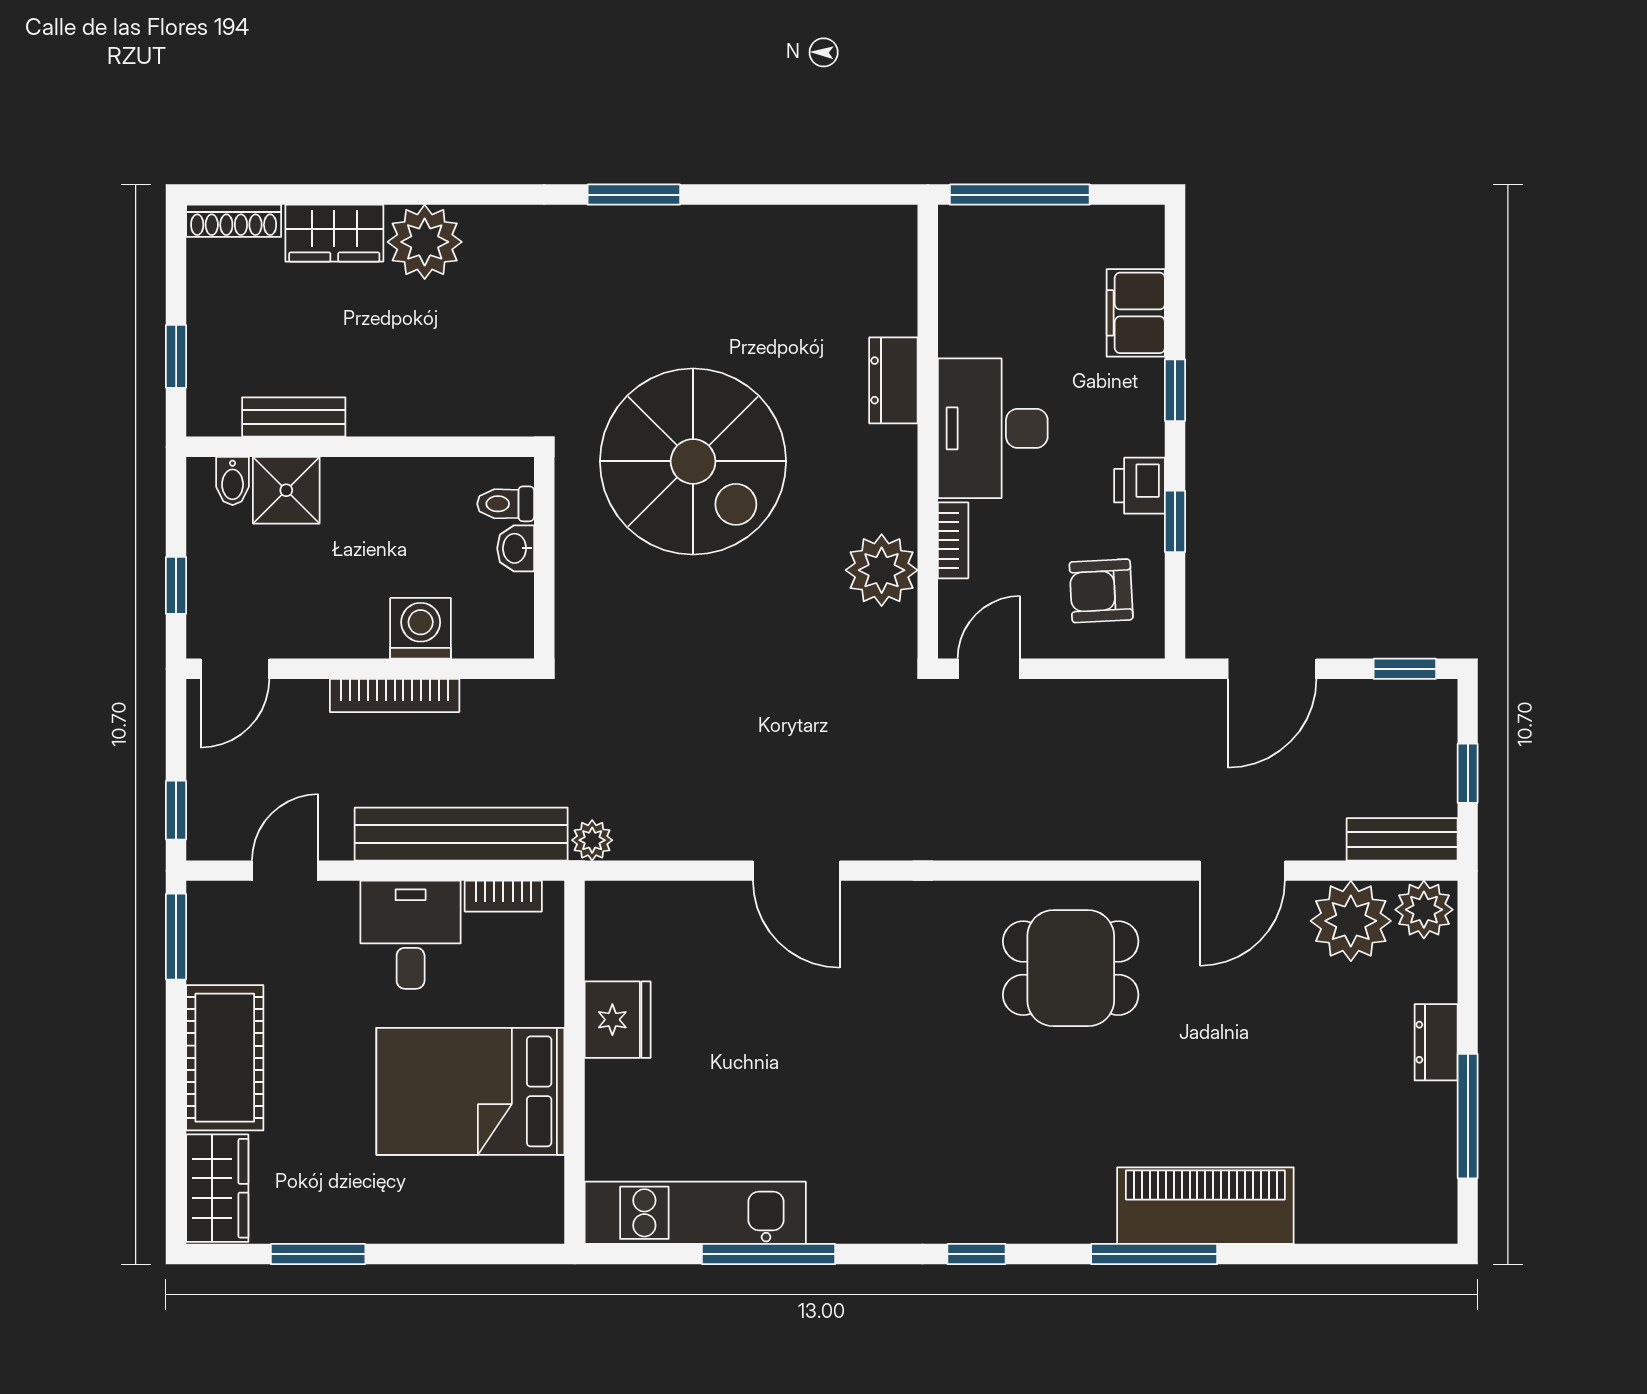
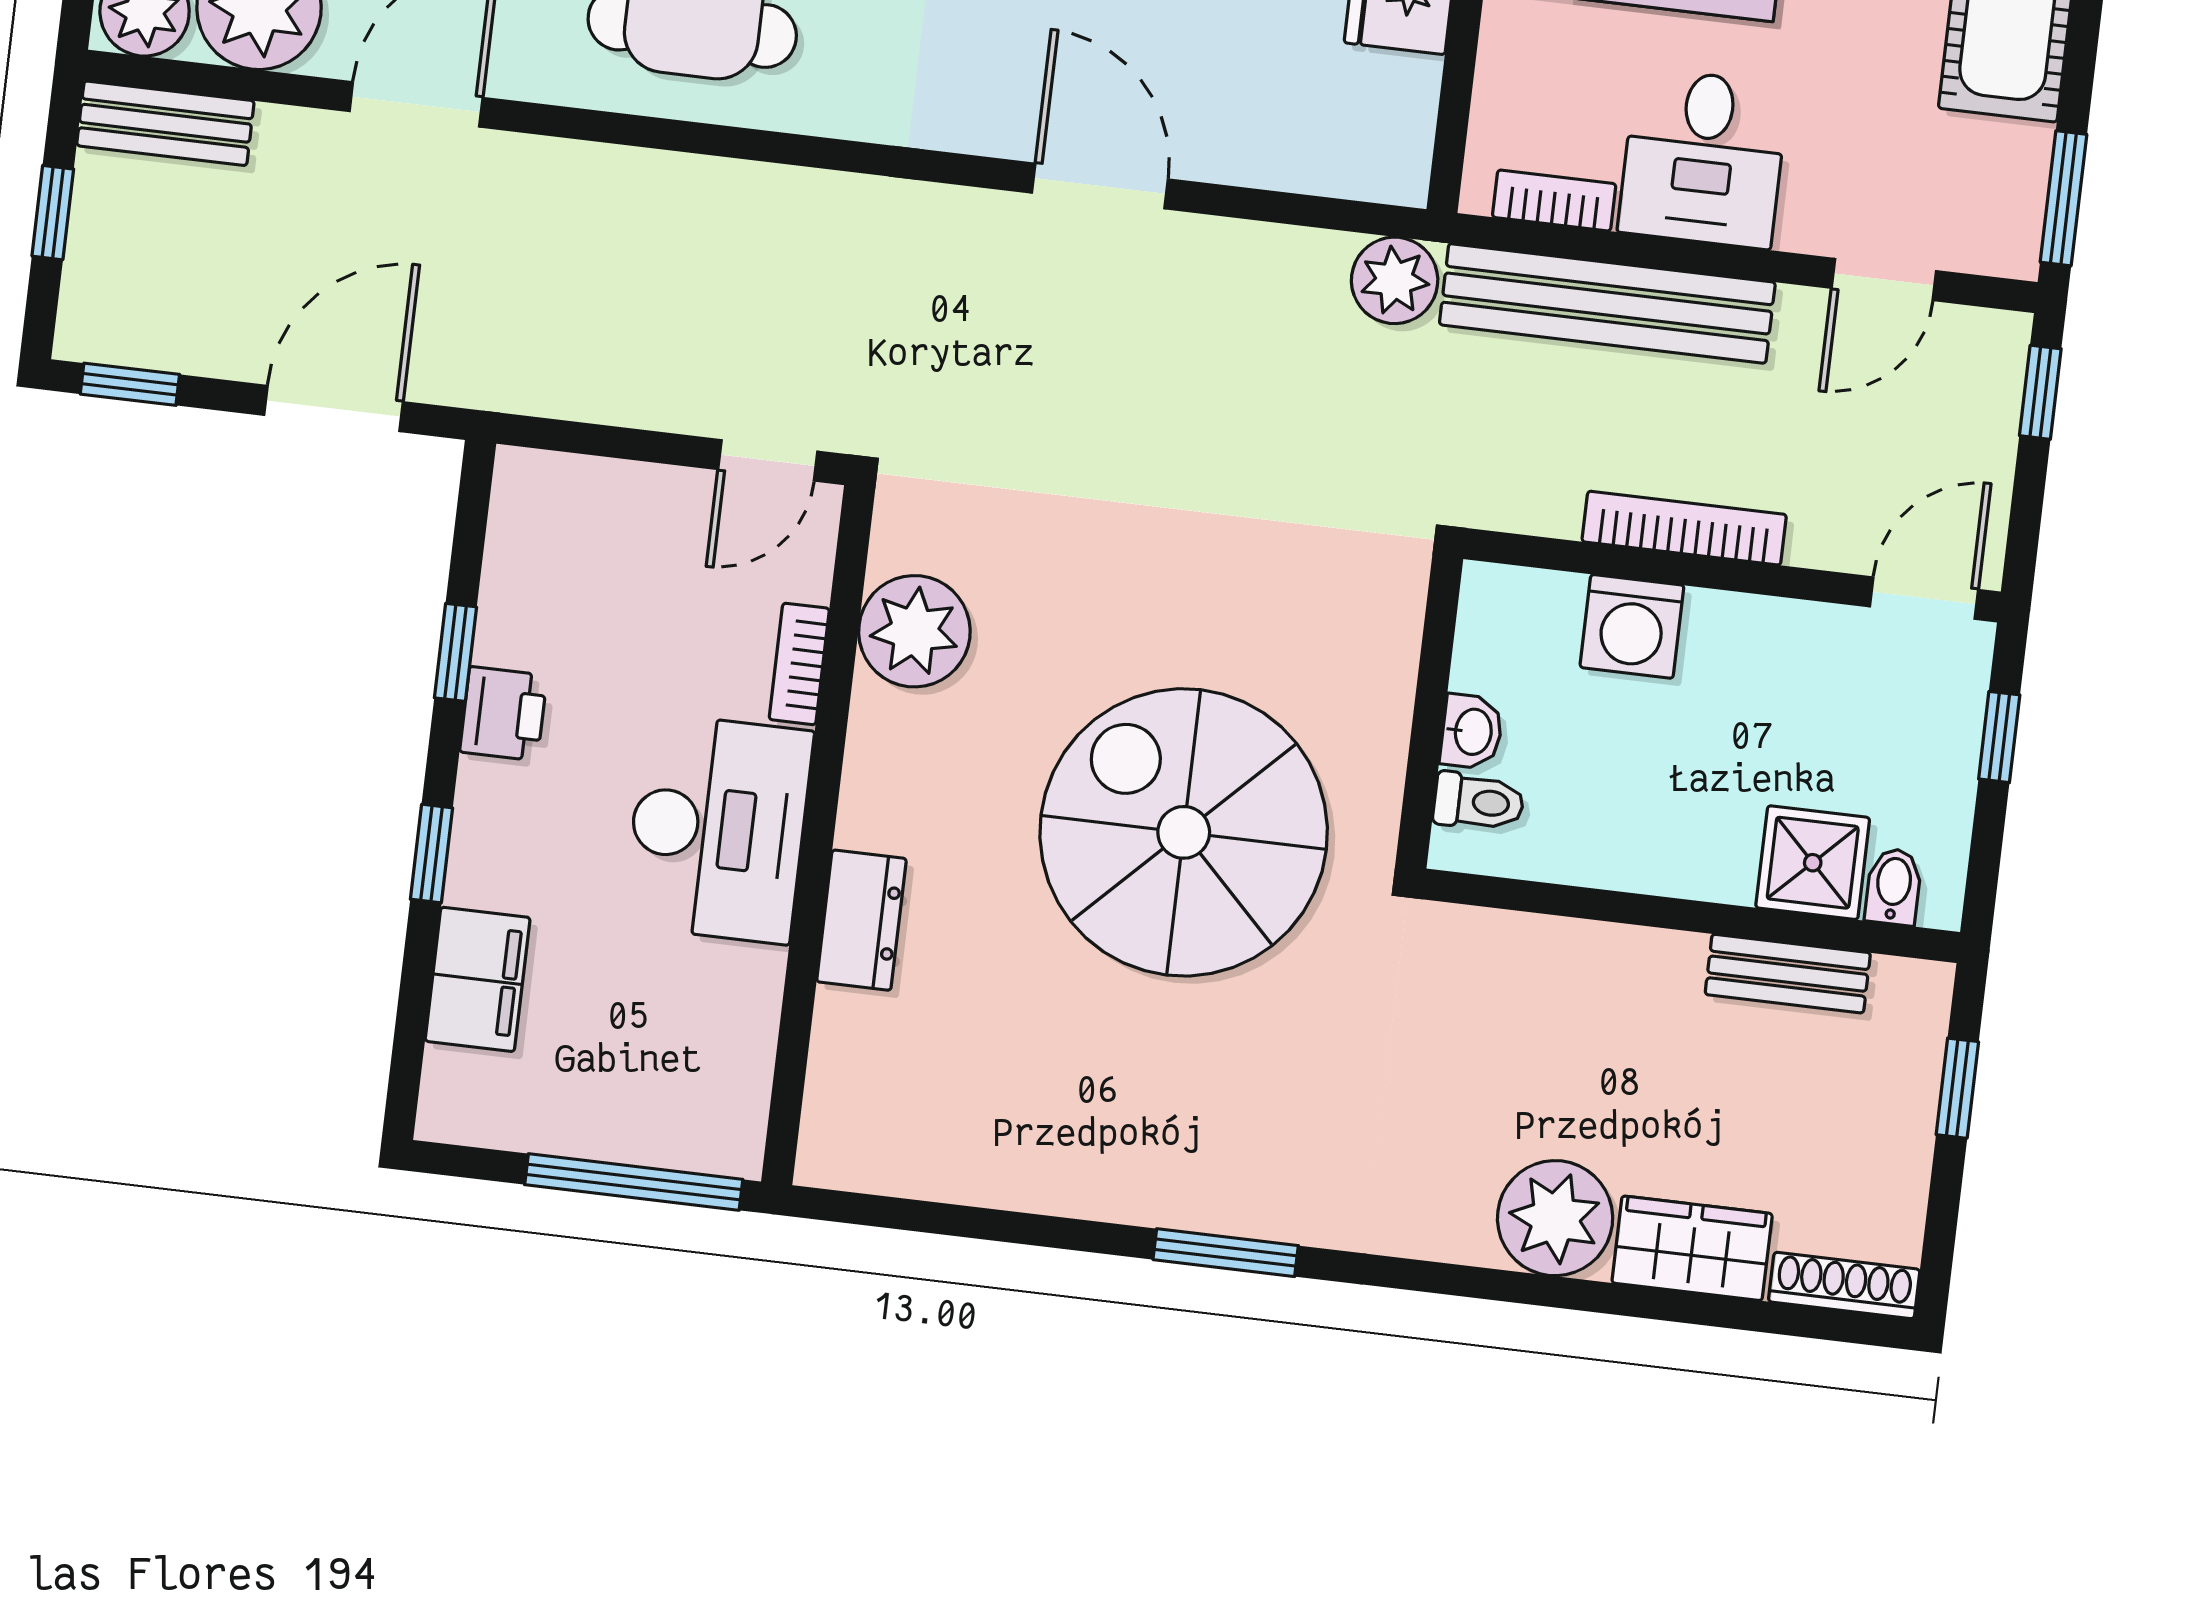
armchair: (1101, 591) -> (582, 559), removed
plant: (592, 840) -> (1395, 280), width x1.38, depth x1.38

